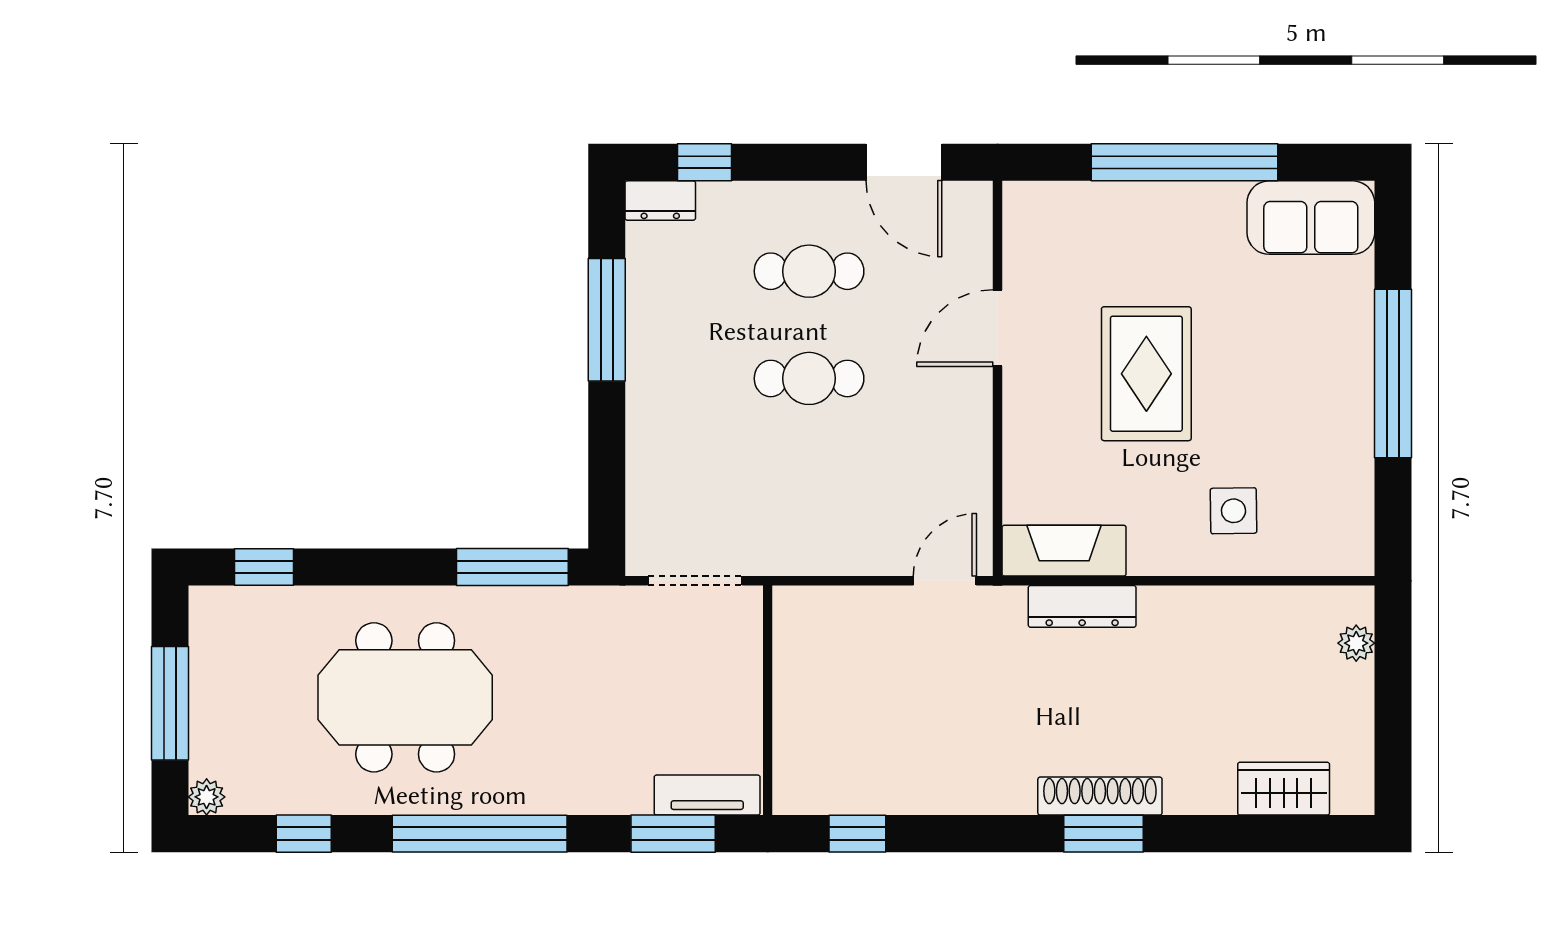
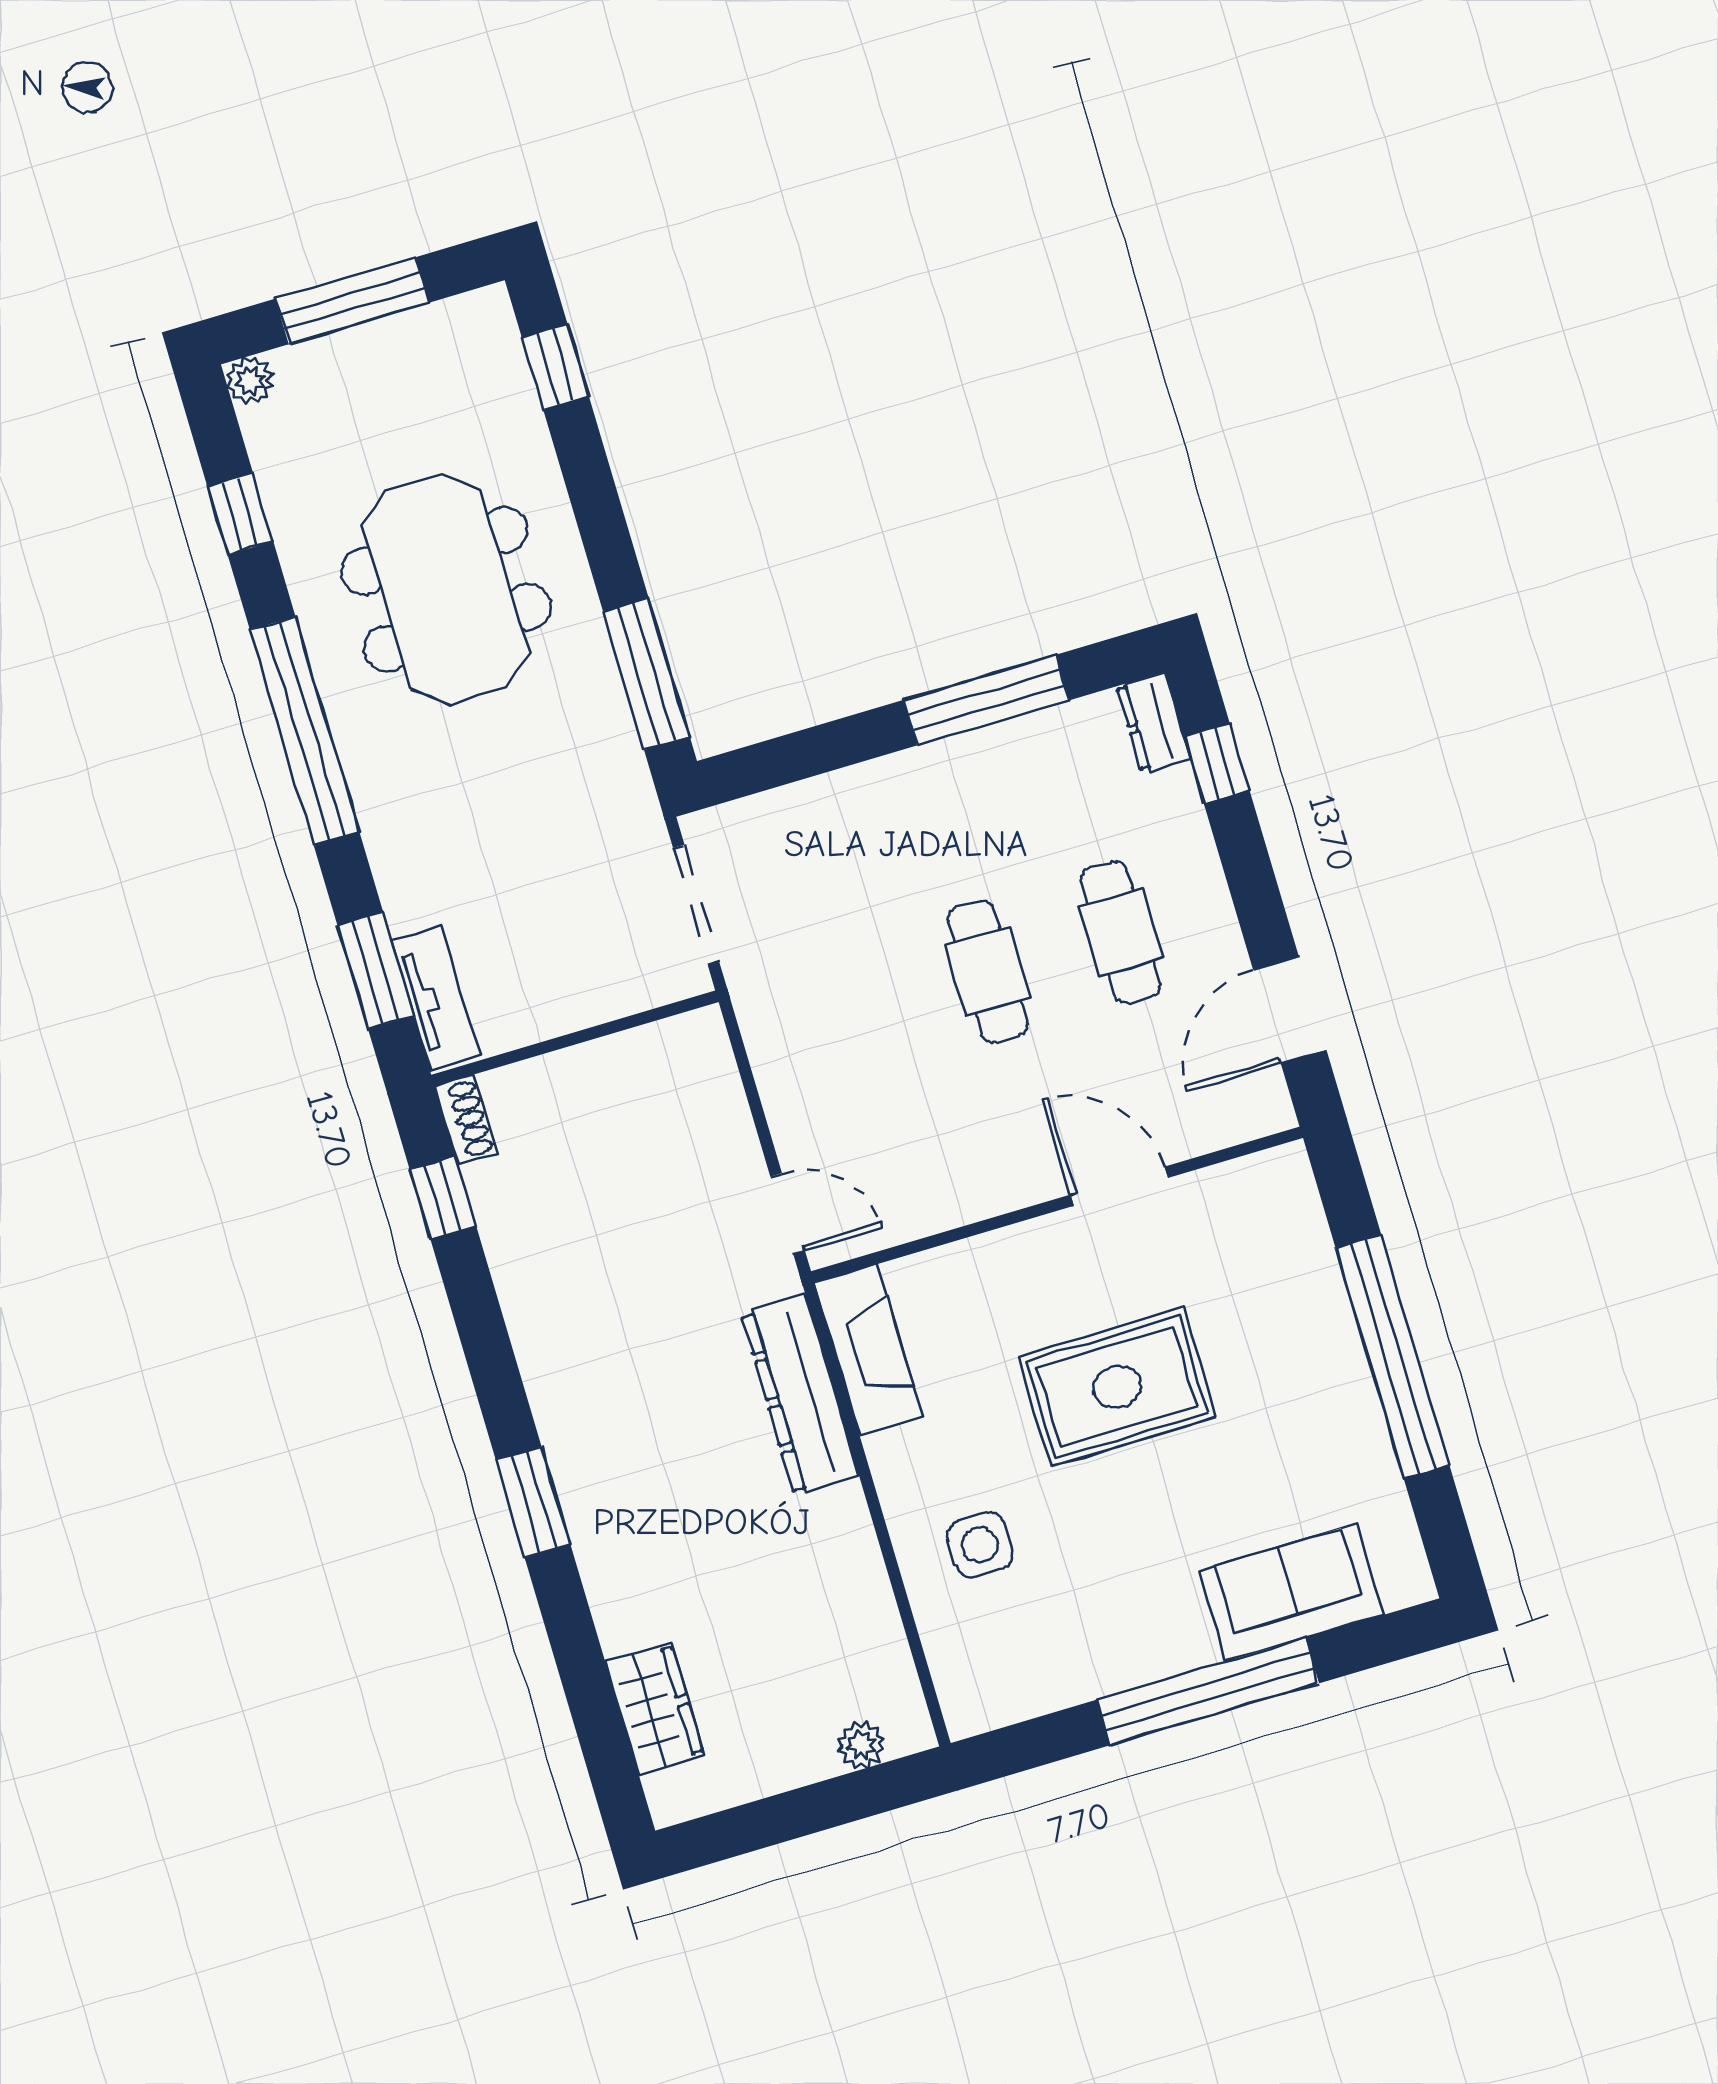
sofa: (1311, 218) -> (1291, 1593), moved, turned 90
dresser: (1082, 606) -> (800, 1395), width x1.37, depth x1.24
shoe rack: (1100, 796) -> (465, 1120), moved, width x0.51, depth x0.81

